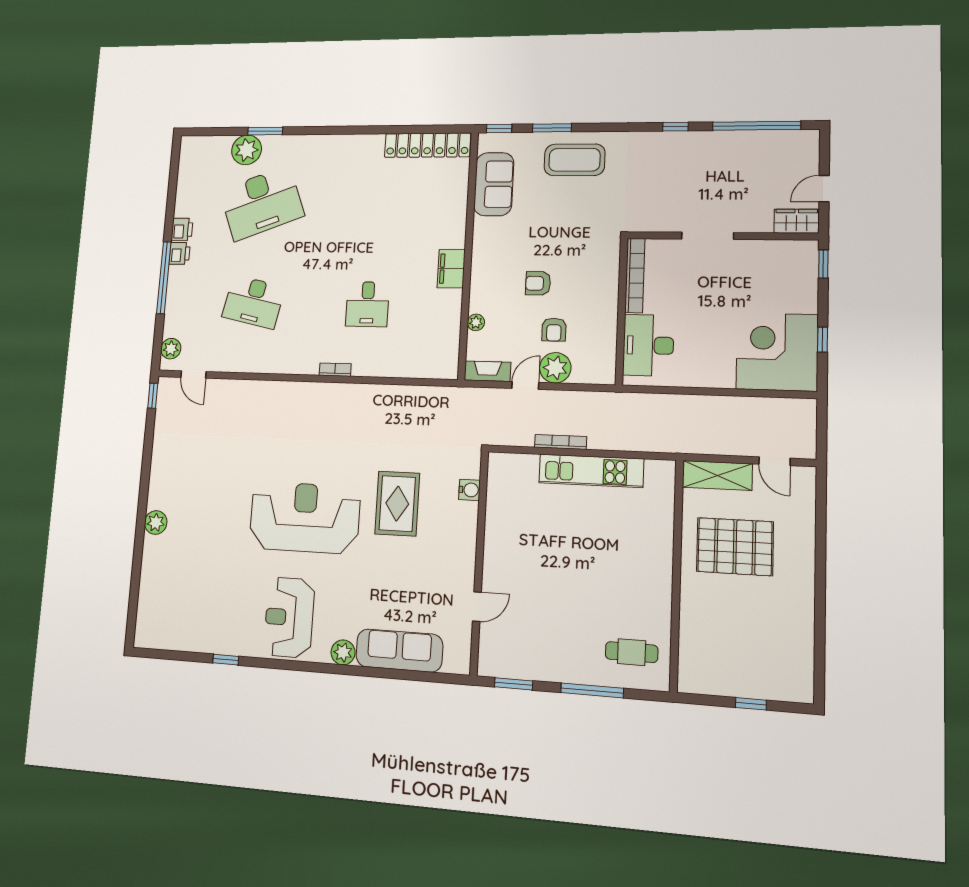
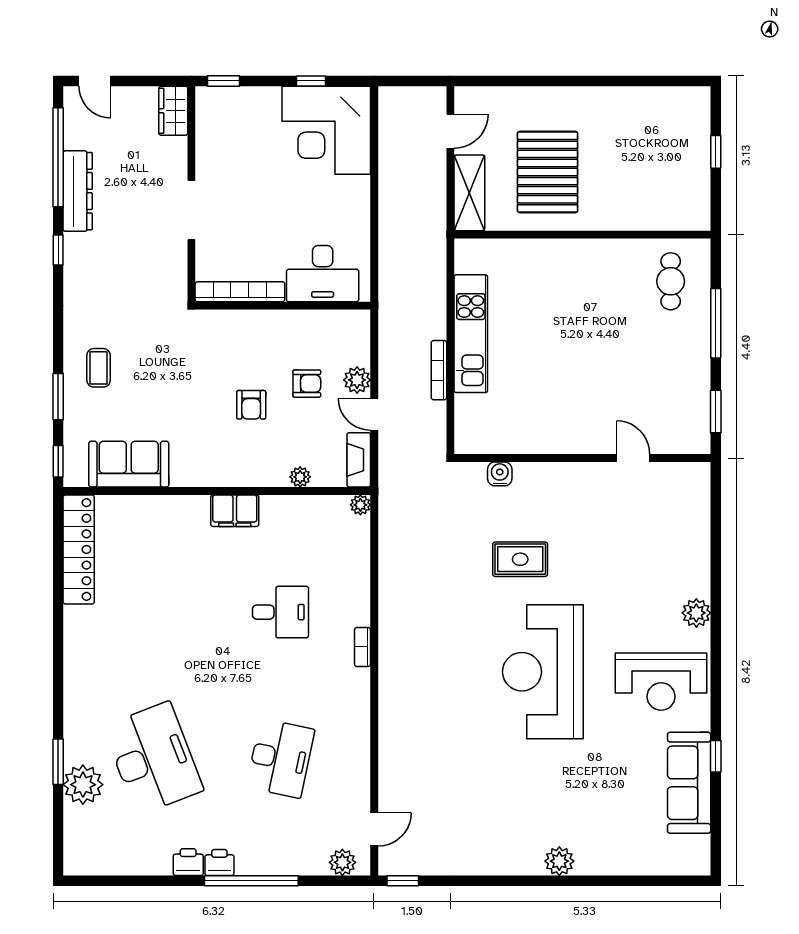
dresser: (726, 142) -> (78, 191), added
coffee table: (575, 160) -> (99, 368), width x0.54, depth x0.58
door: (824, 189) -> (95, 81), moved
plant: (555, 368) -> (357, 380), width x0.73, depth x0.73
plant: (450, 371) -> (360, 505), added
rug: (397, 504) -> (520, 559), width x0.73, depth x0.70
sofa: (399, 651) -> (689, 783), moved

